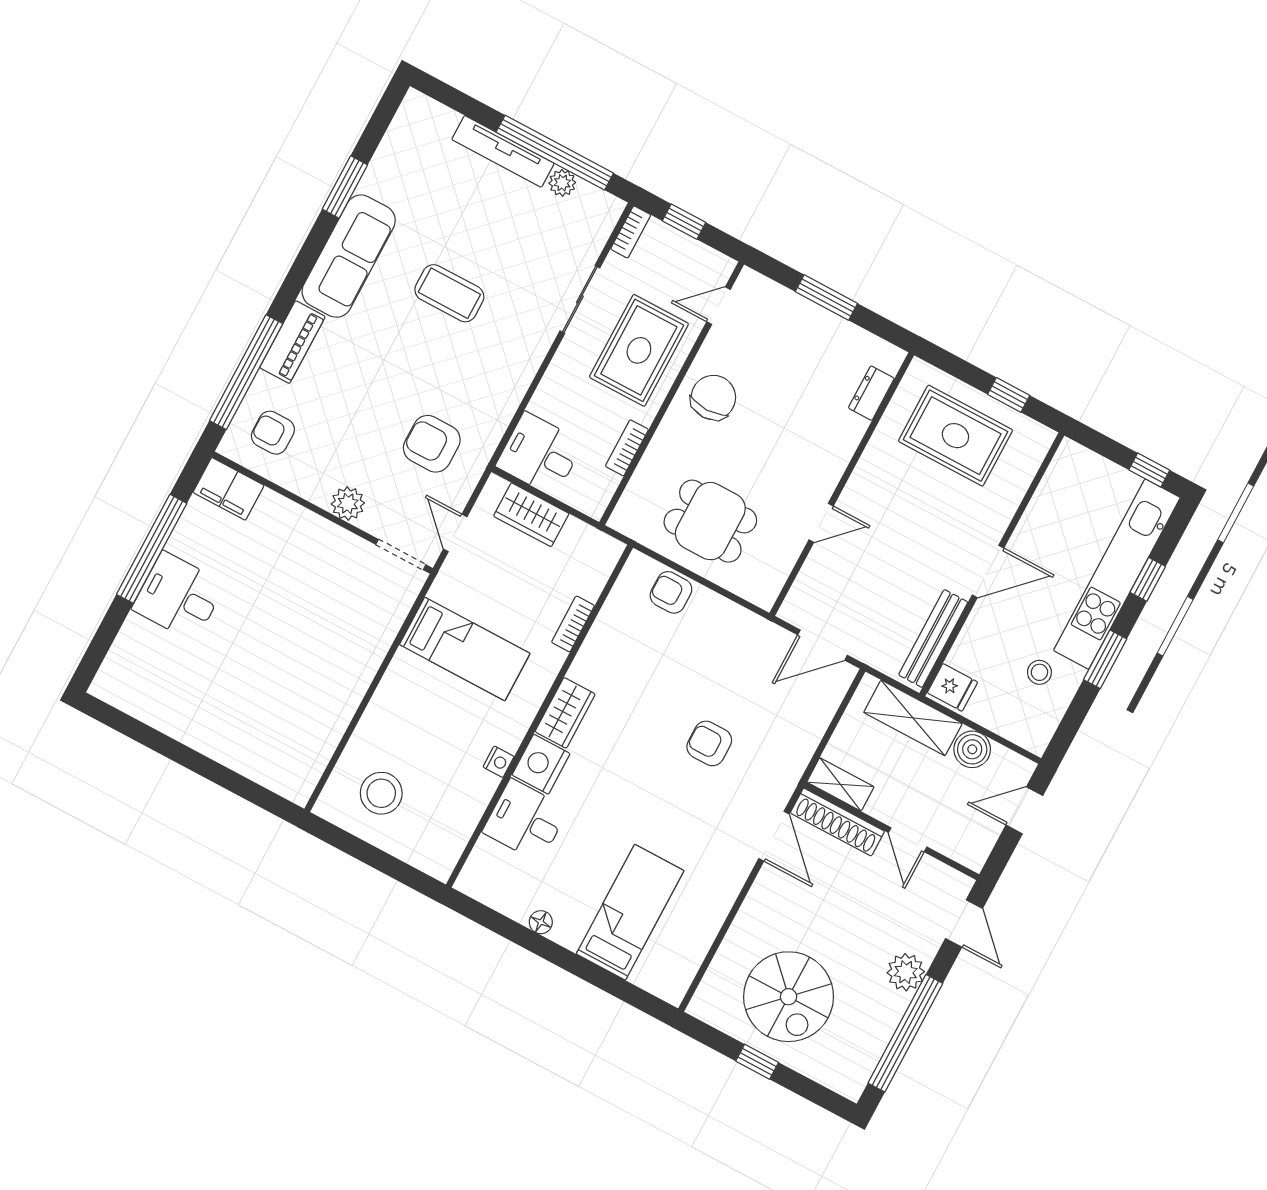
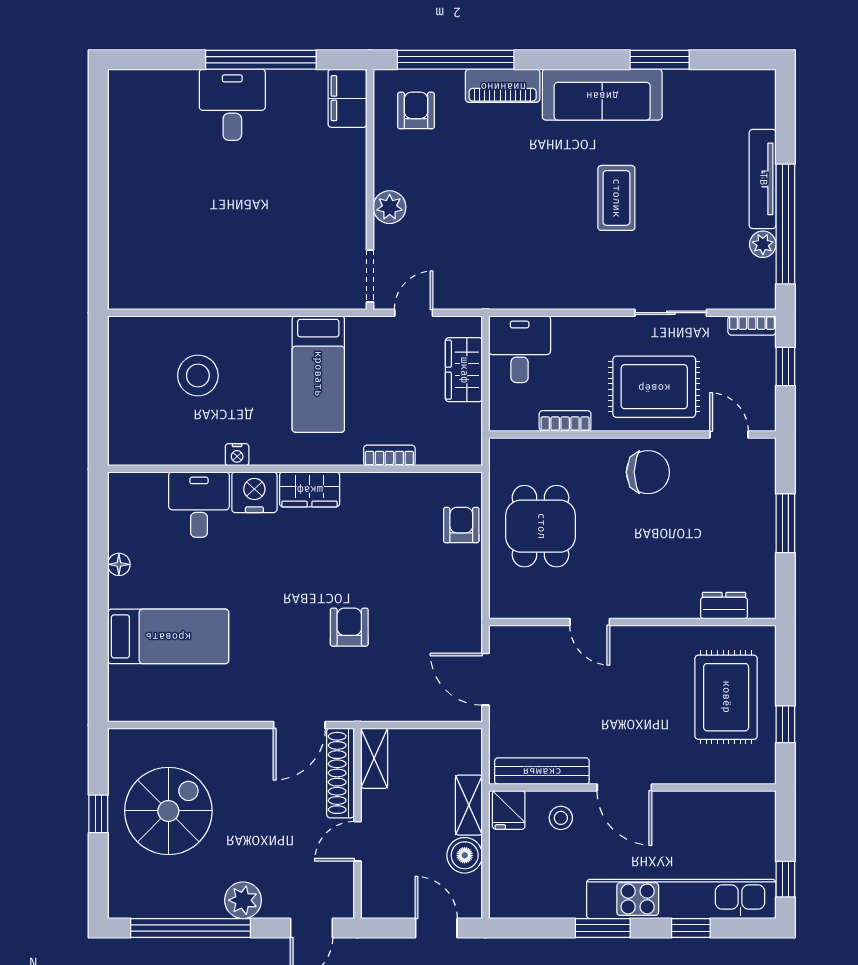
armchair: (432, 444) -> (479, 252), removed
stool: (1039, 672) -> (561, 818), moved
shelving: (913, 718) -> (469, 805), width x0.67, depth x0.75
stool: (381, 793) -> (198, 376), moved
spiral stairs: (789, 997) -> (168, 811), turned 180

